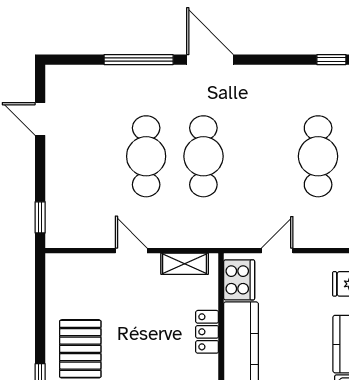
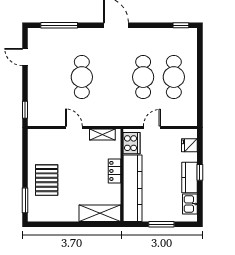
window: (139, 60) -> (59, 25), moved
cafe table: (203, 156) -> (143, 77), moved

